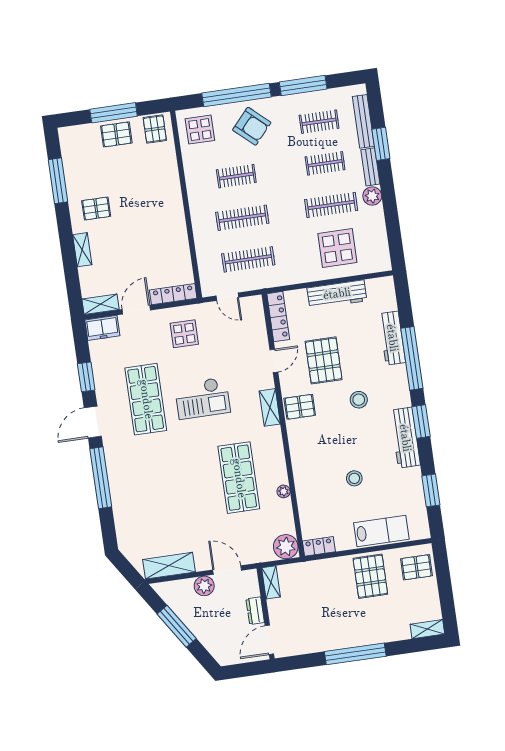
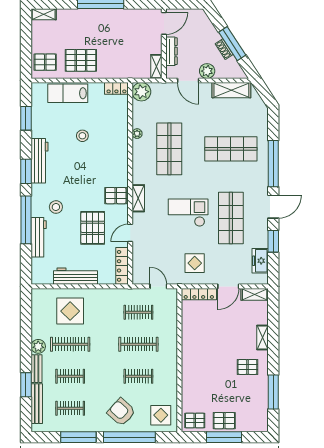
pallet: (155, 129) -> (195, 420), turned 90
clothes rail: (248, 259) -> (138, 312), width x0.73
freezer: (102, 328) -> (260, 261), moved, turned -90
stool: (359, 400) -> (56, 207), moved
shop shelf: (159, 489) -> (231, 149), added
pallet: (370, 576) -> (81, 60), turned 90
dresser: (255, 611) -> (171, 51), width x1.44
shoe rack: (186, 618) -> (224, 49), added

